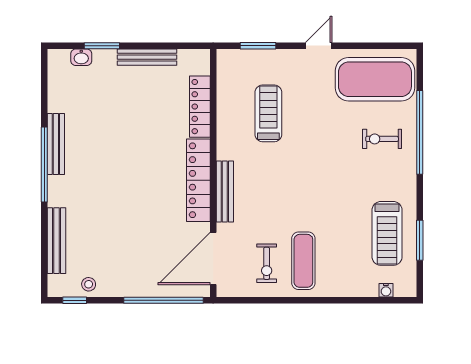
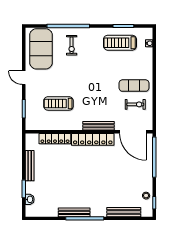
treadmill: (387, 233) -> (120, 43), turned 180

